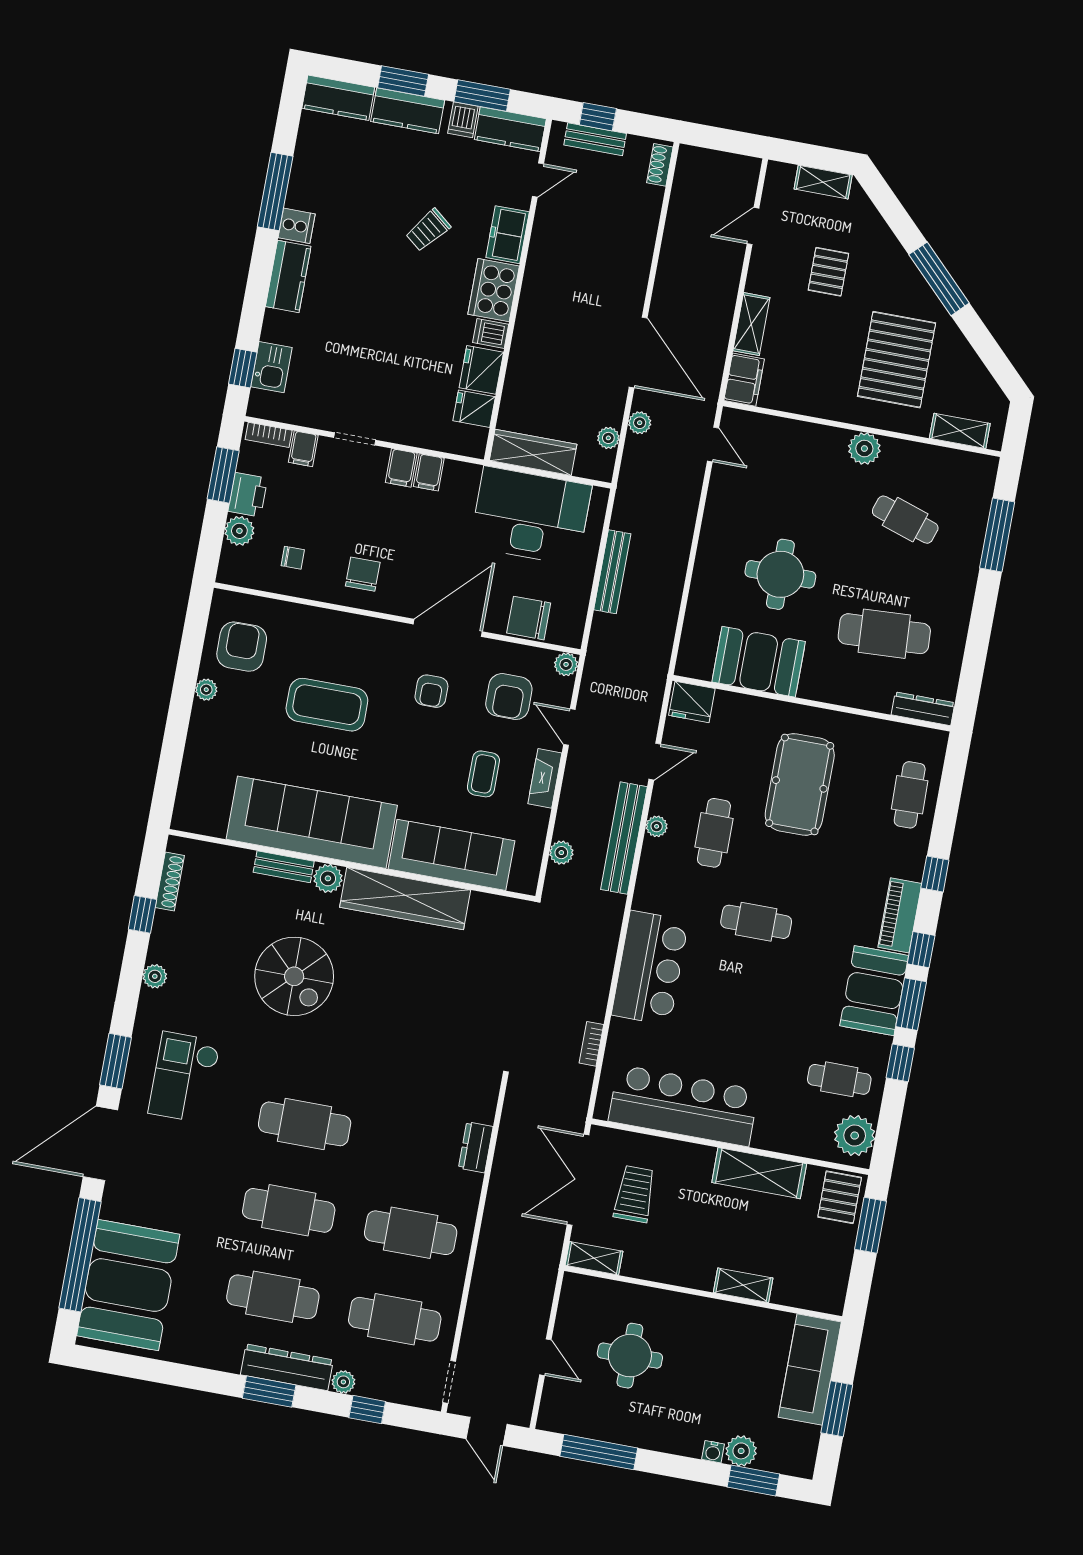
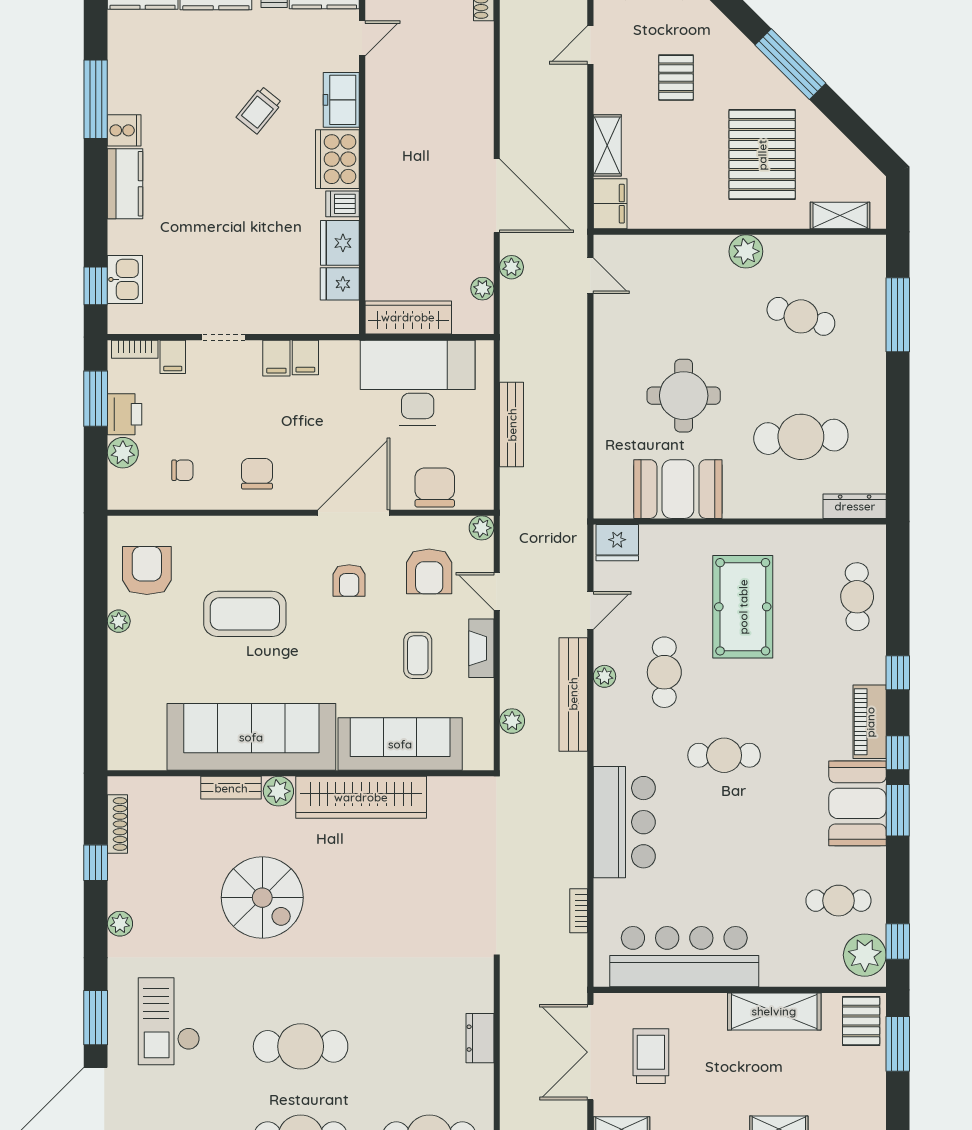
chair: (529, 618) -> (435, 488), turned 90
window: (900, 1063) -> (898, 942), moved

